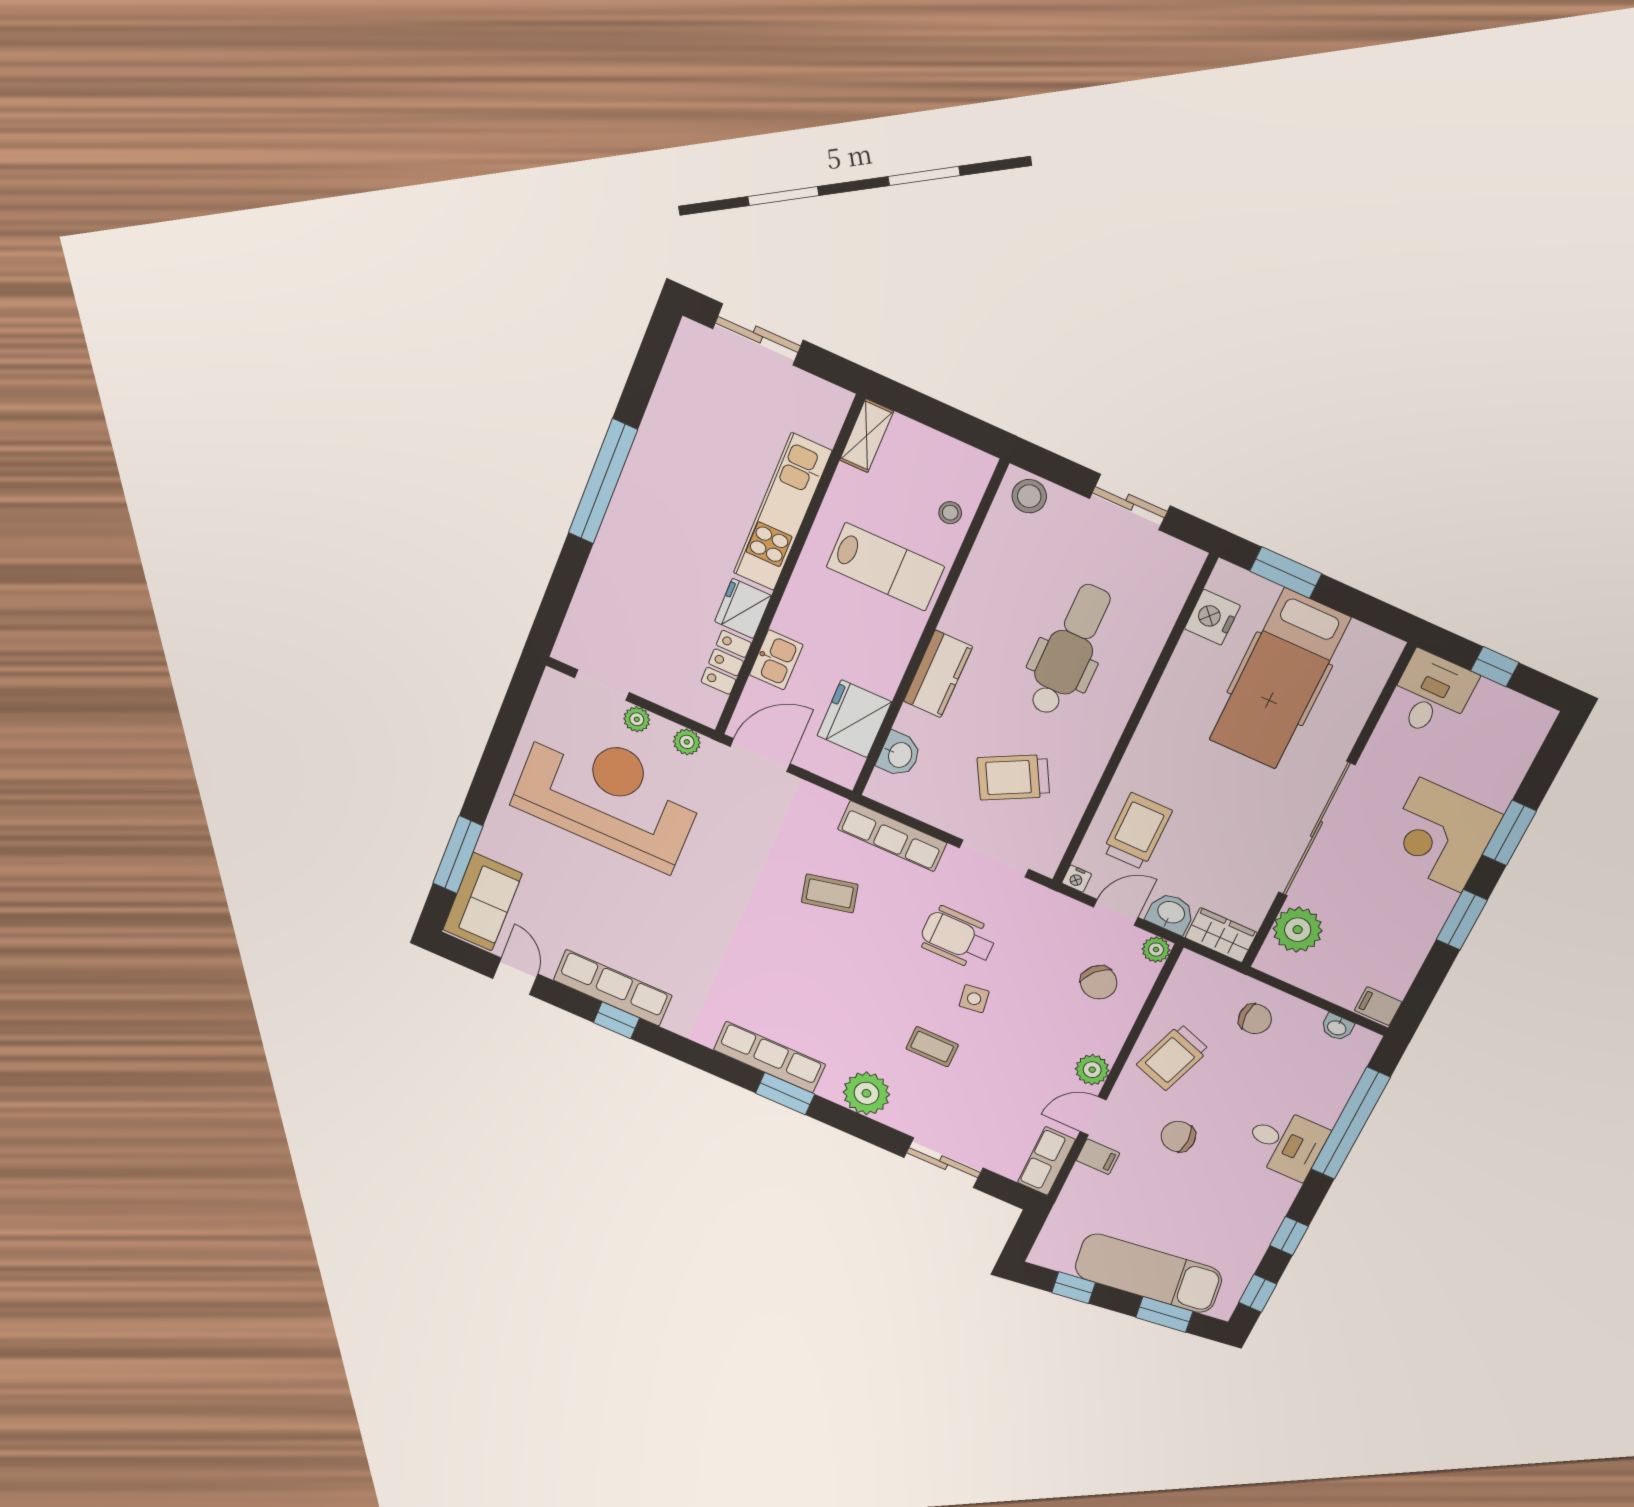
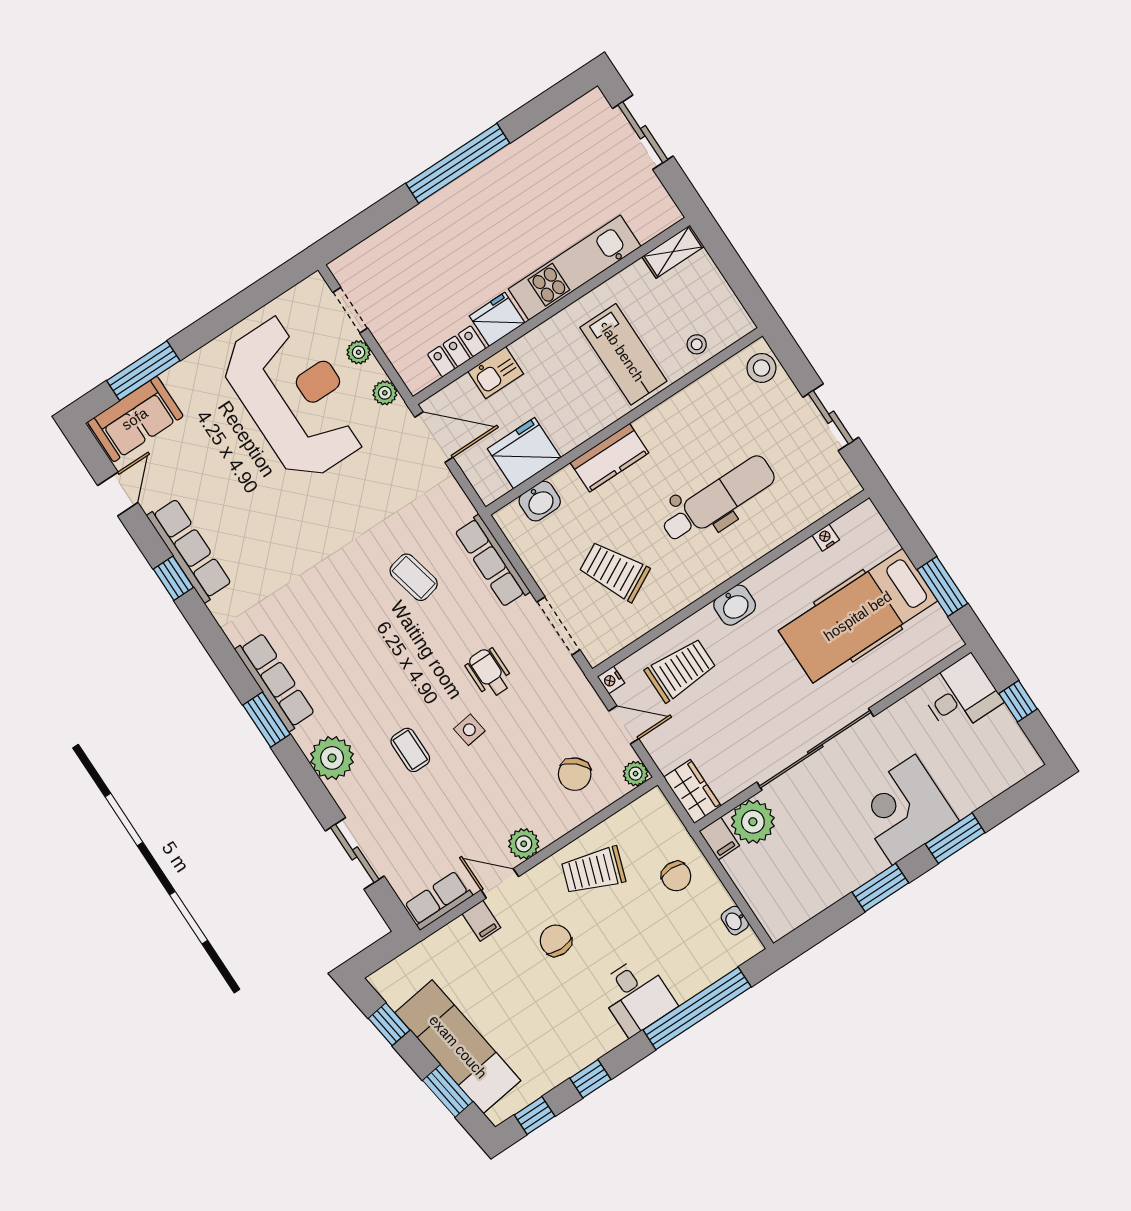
window: (1286, 572) -> (942, 586), moved
nightstand: (1212, 617) -> (826, 538), width x0.53, depth x0.56
washbasin: (1171, 913) -> (735, 605), moved, turned 90
wheelchair: (958, 938) -> (489, 673), width x0.73, depth x0.73
filing cabinet: (1378, 1006) -> (719, 838), moved, turned 180

